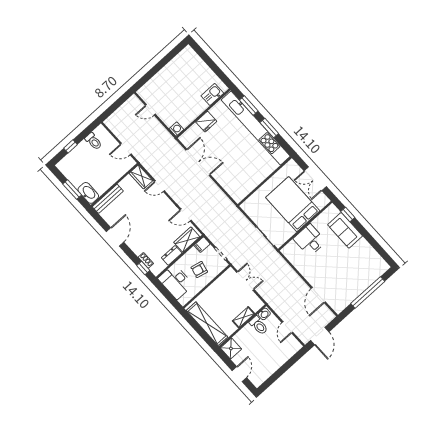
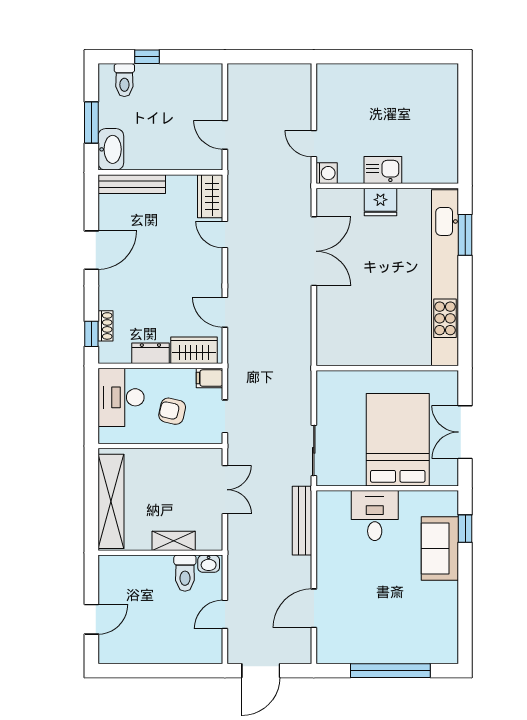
kitchen sink: (212, 94) -> (383, 170), moved
door: (150, 110) -> (314, 144), moved
window: (269, 128) -> (465, 296), removed
toilet: (94, 141) -> (124, 80), moved
bench: (284, 266) -> (302, 521), added
shower: (231, 348) -> (113, 570), removed

